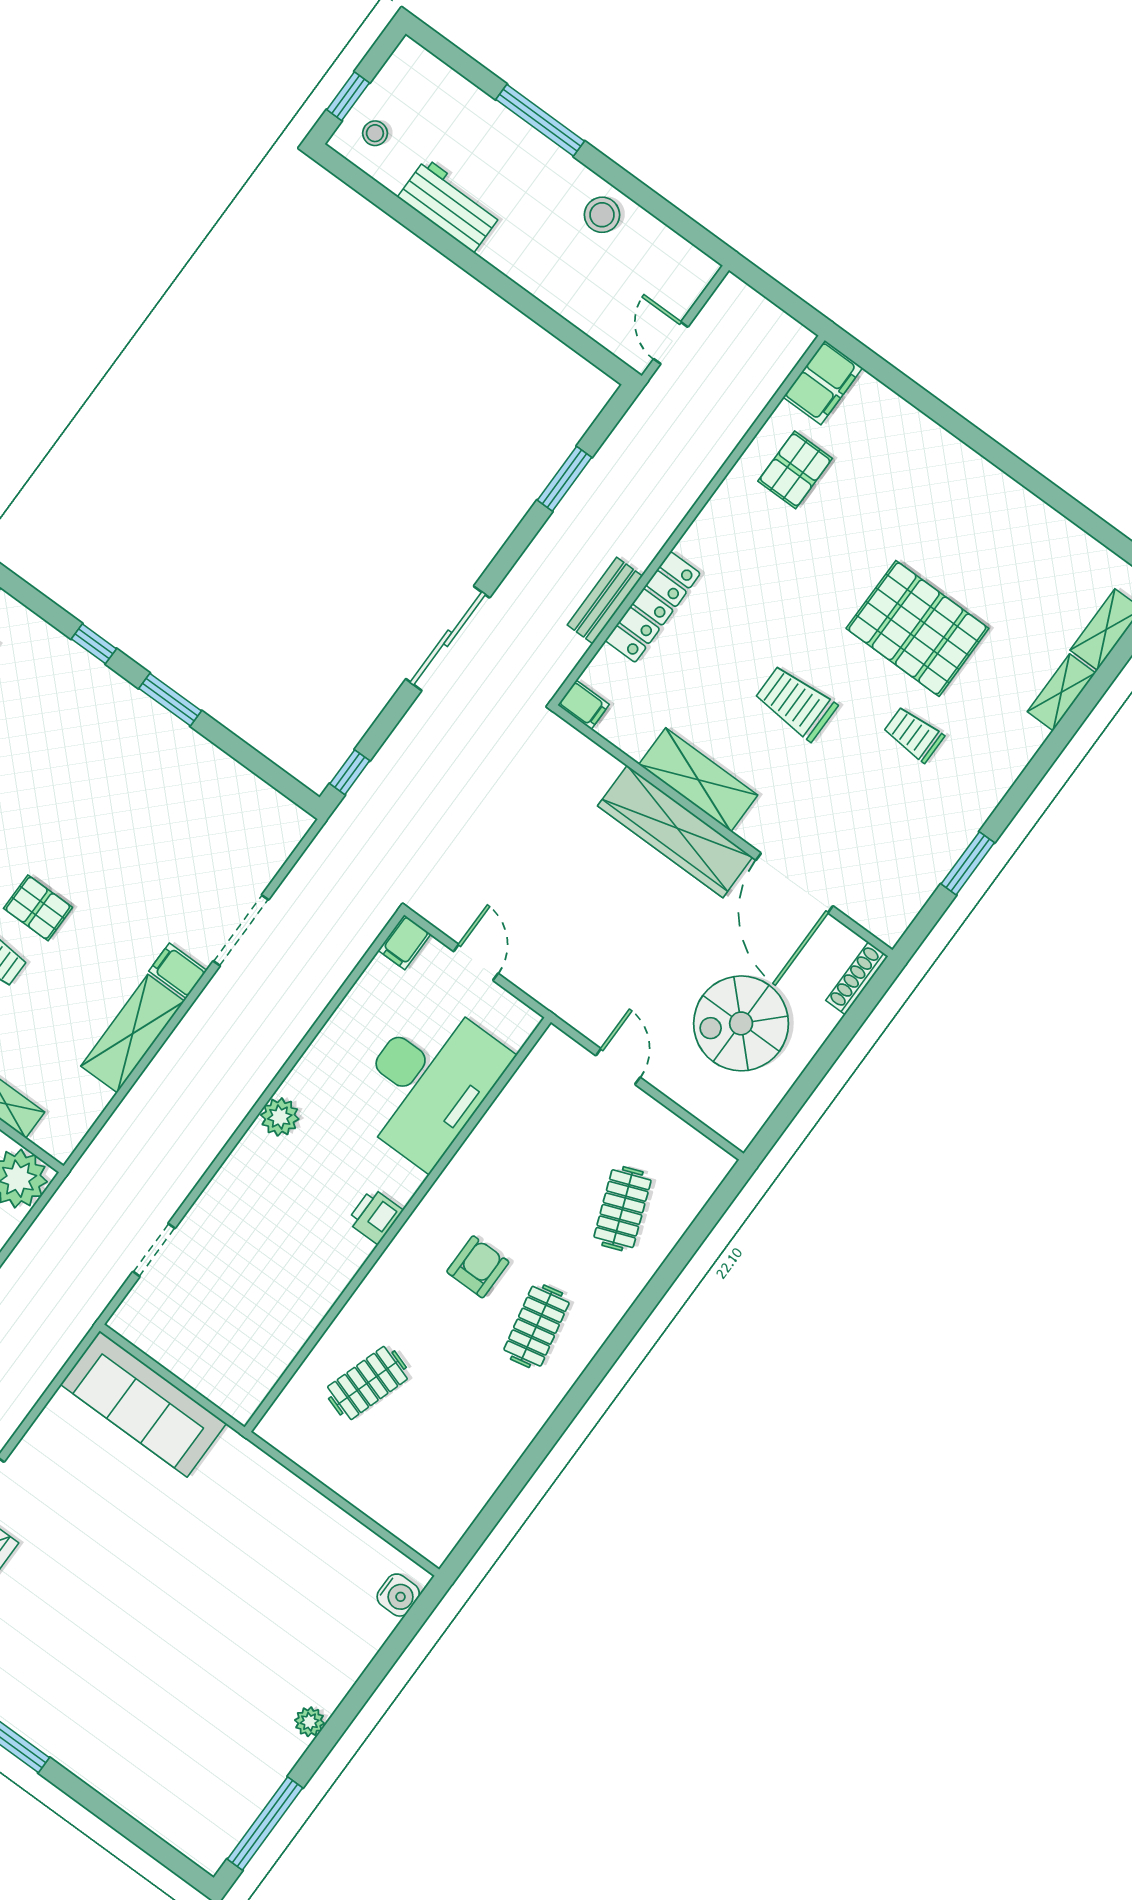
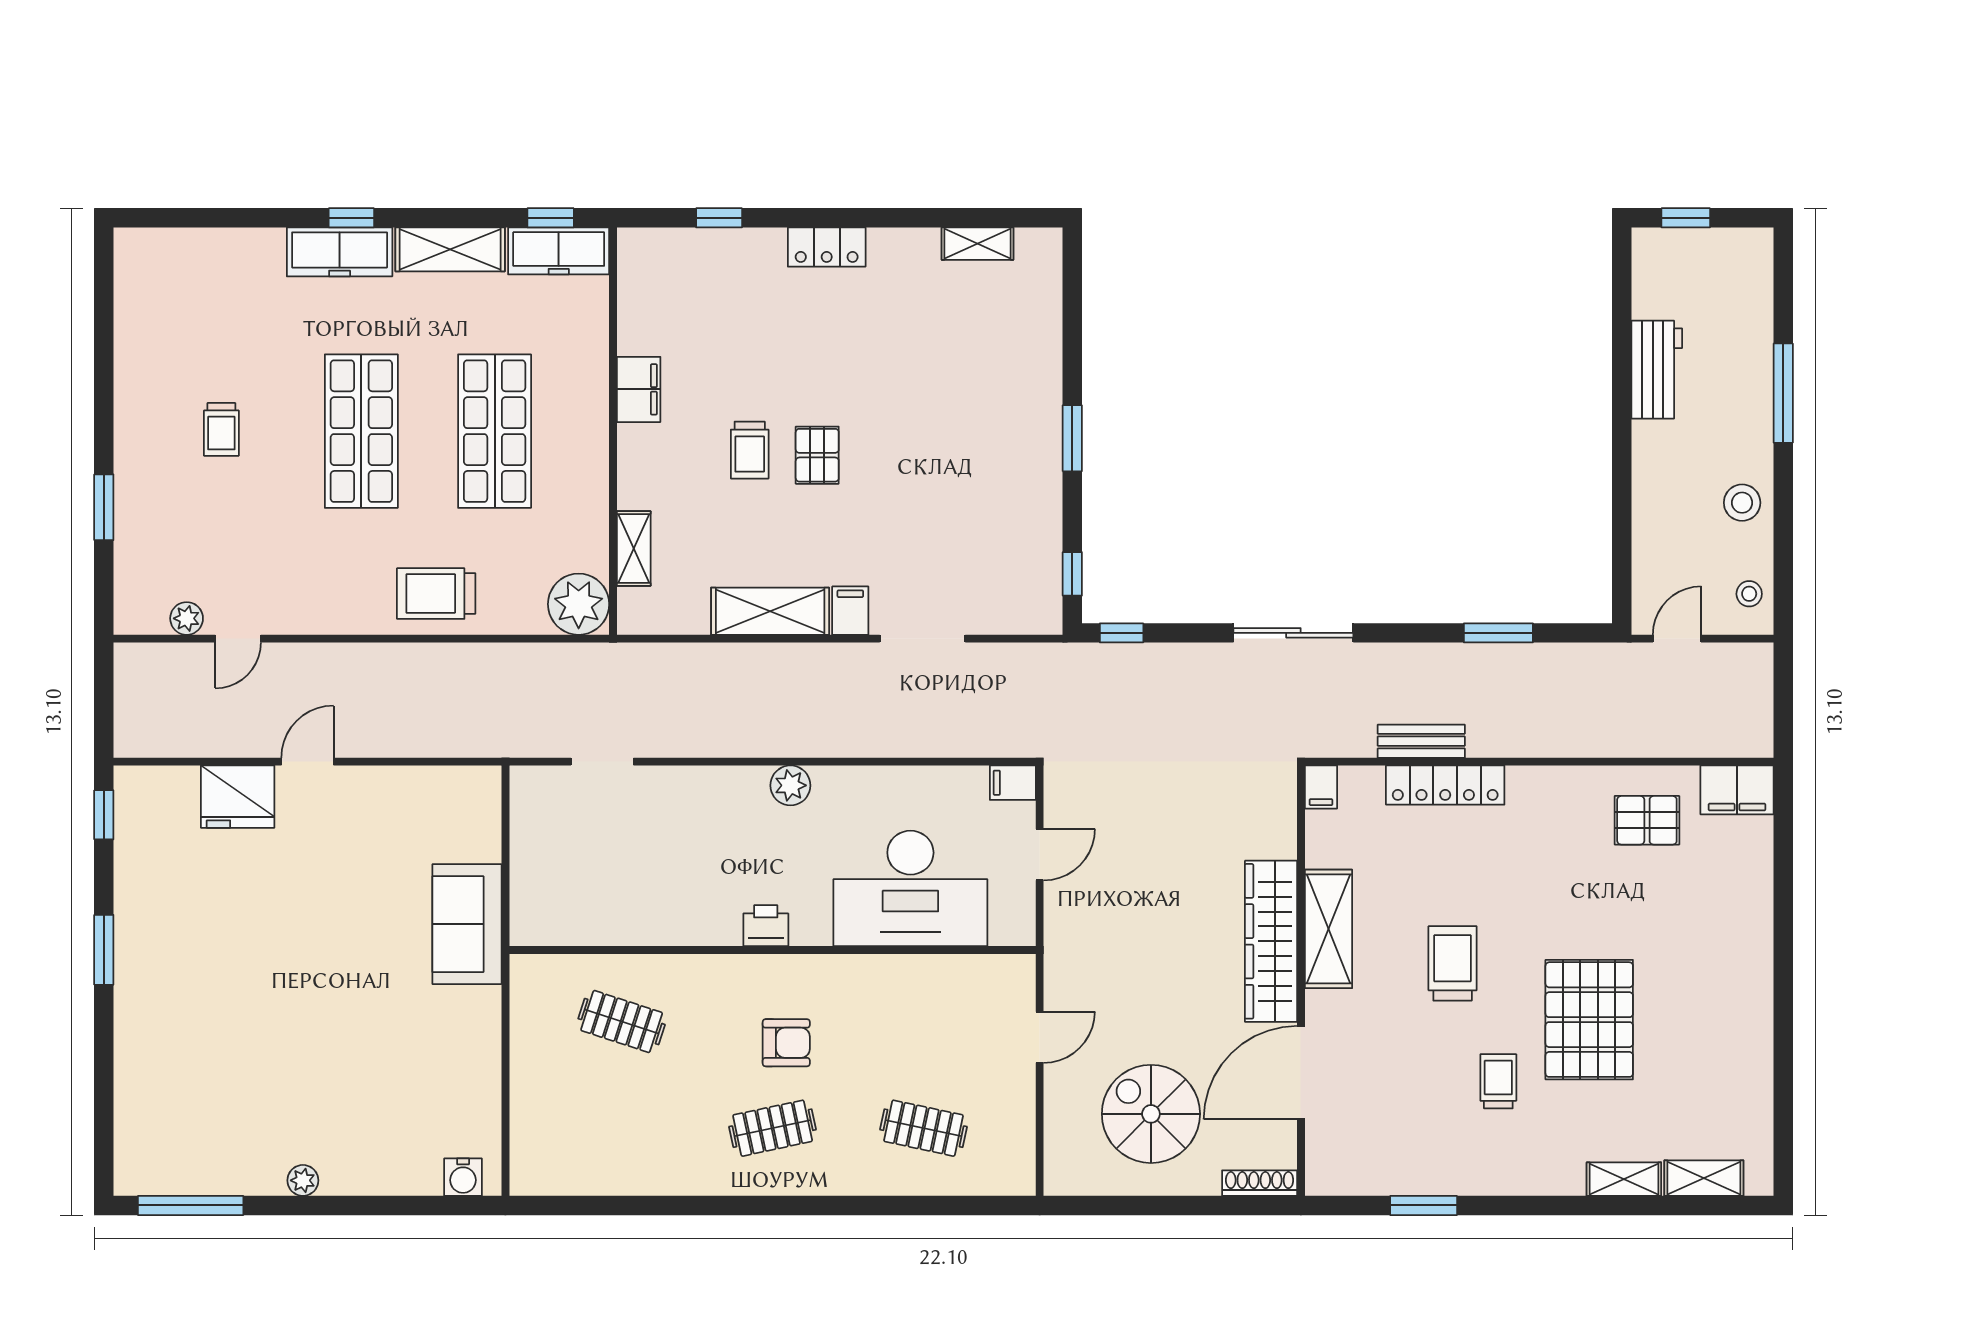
stool: (375, 133) -> (1749, 594), moved
window: (94, 644) -> (1072, 574), moved
clothes rail: (623, 1209) -> (923, 1128), turned 33
sofa: (143, 1404) -> (467, 924), moved, width x0.73

